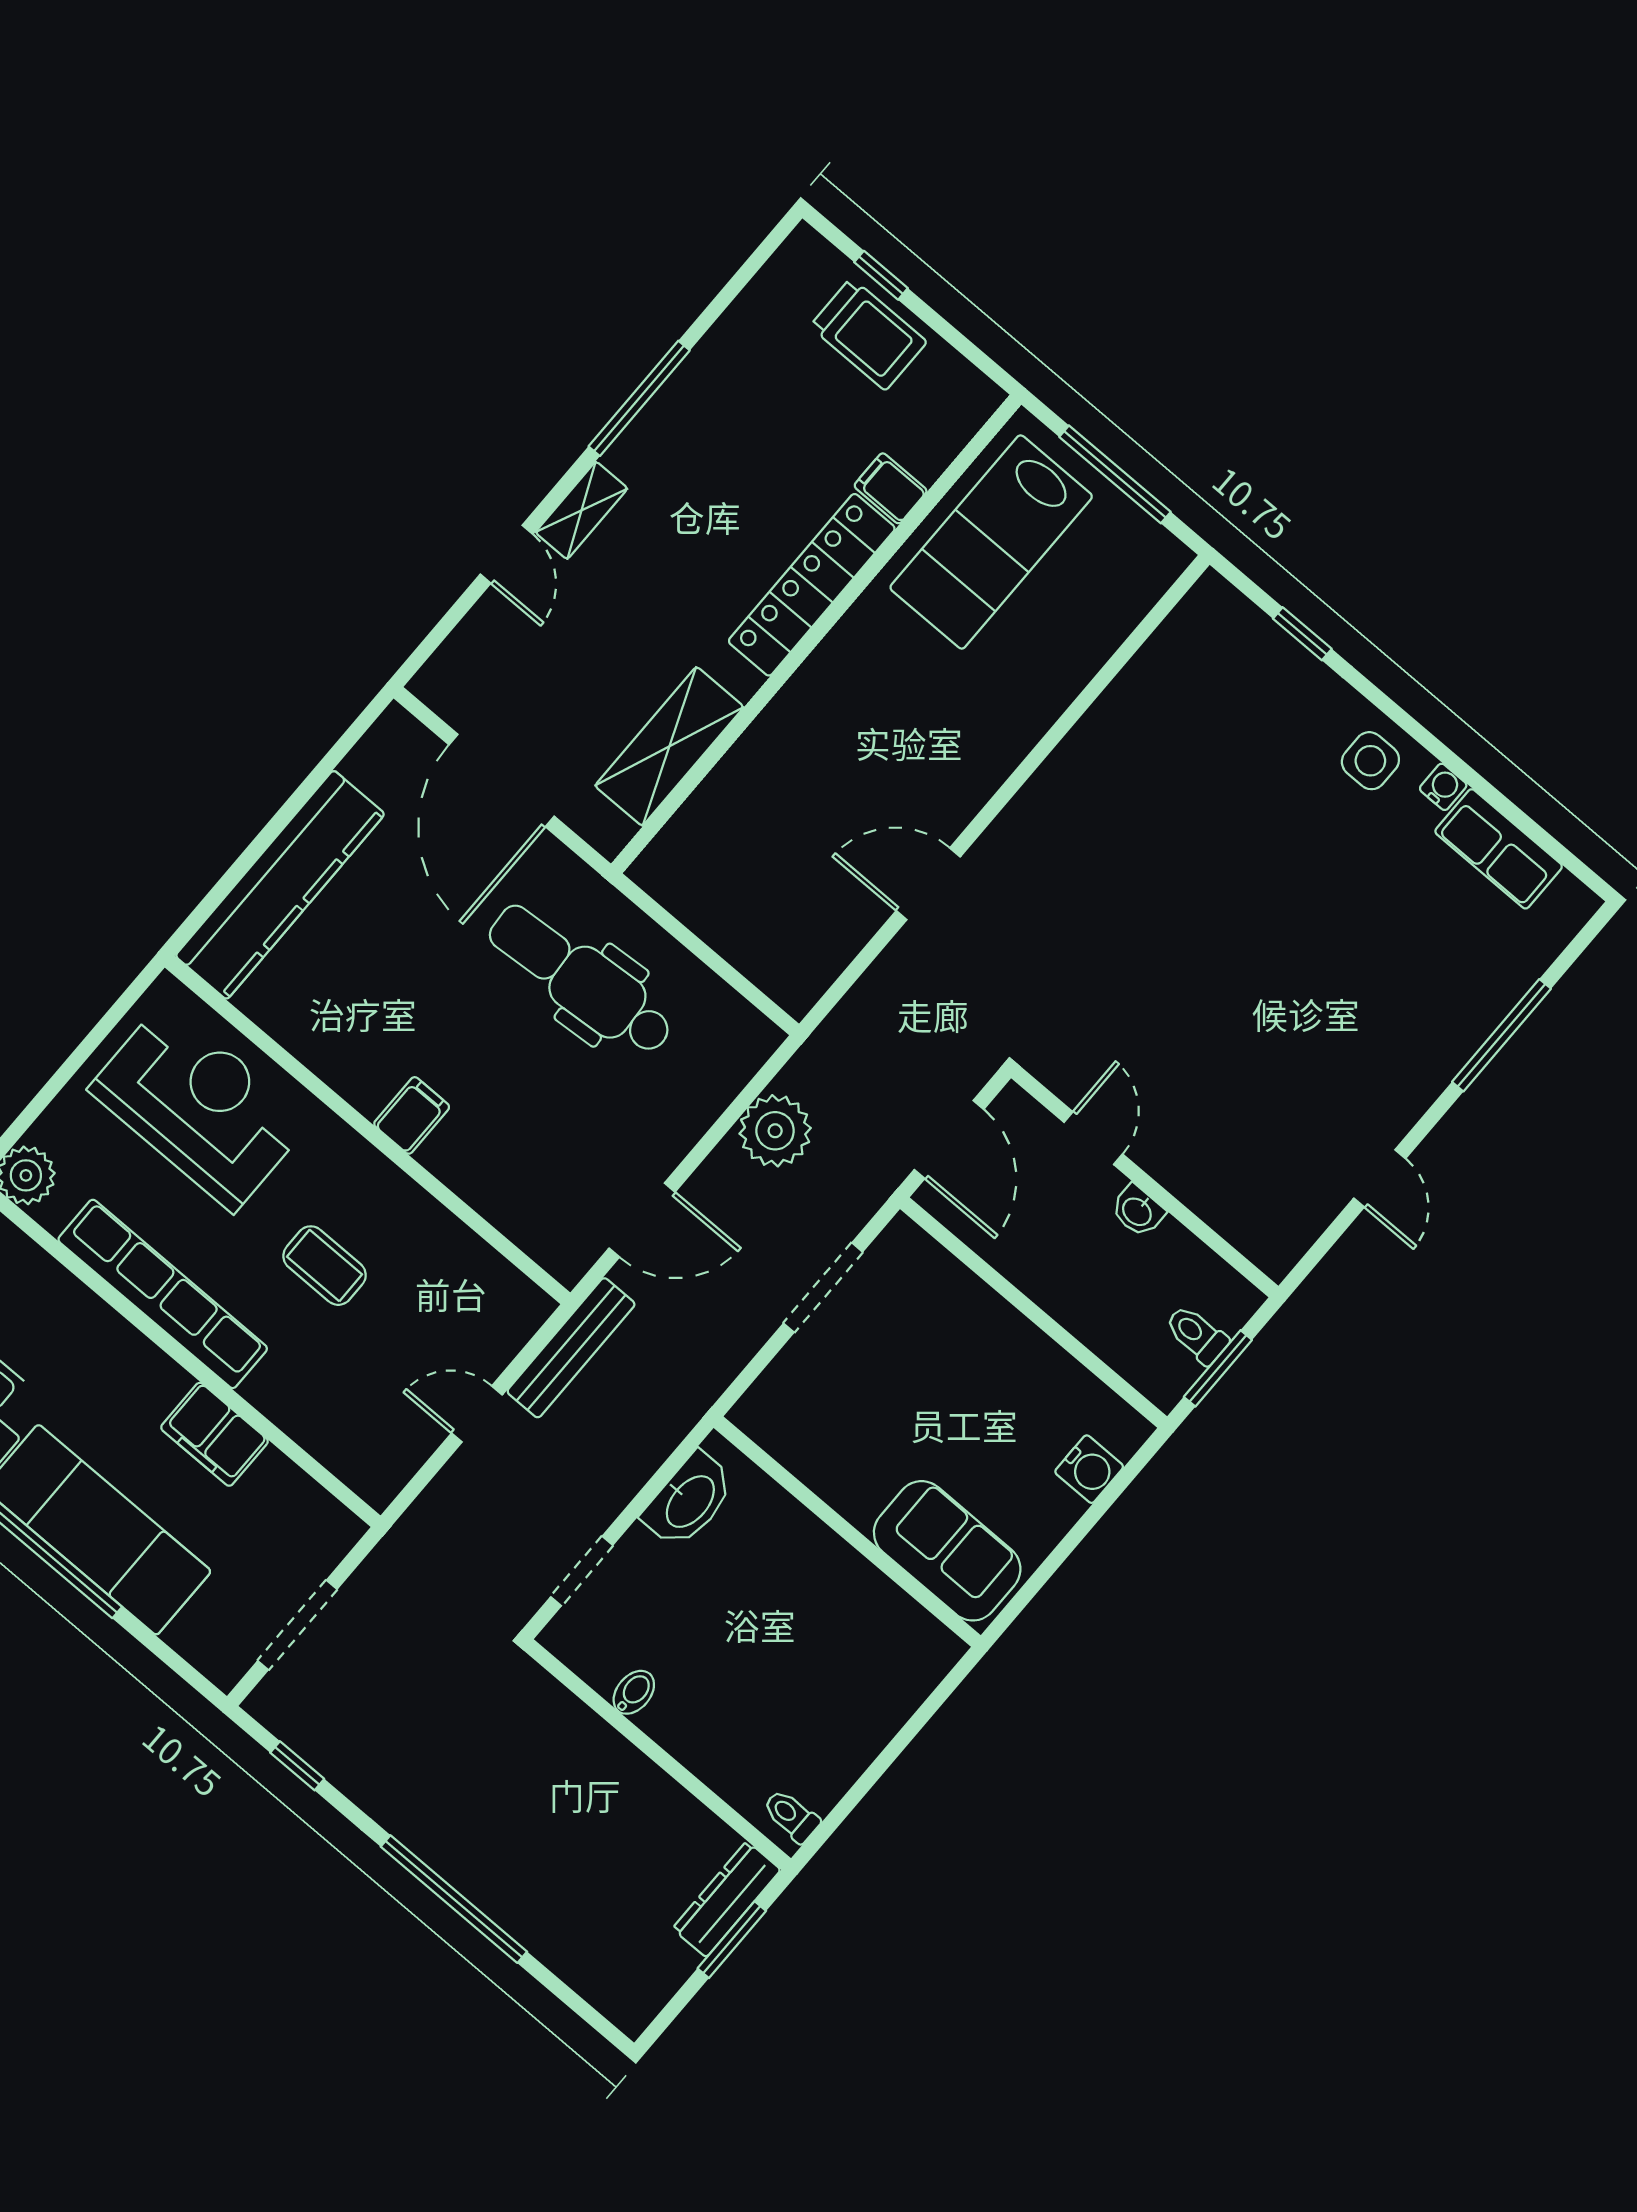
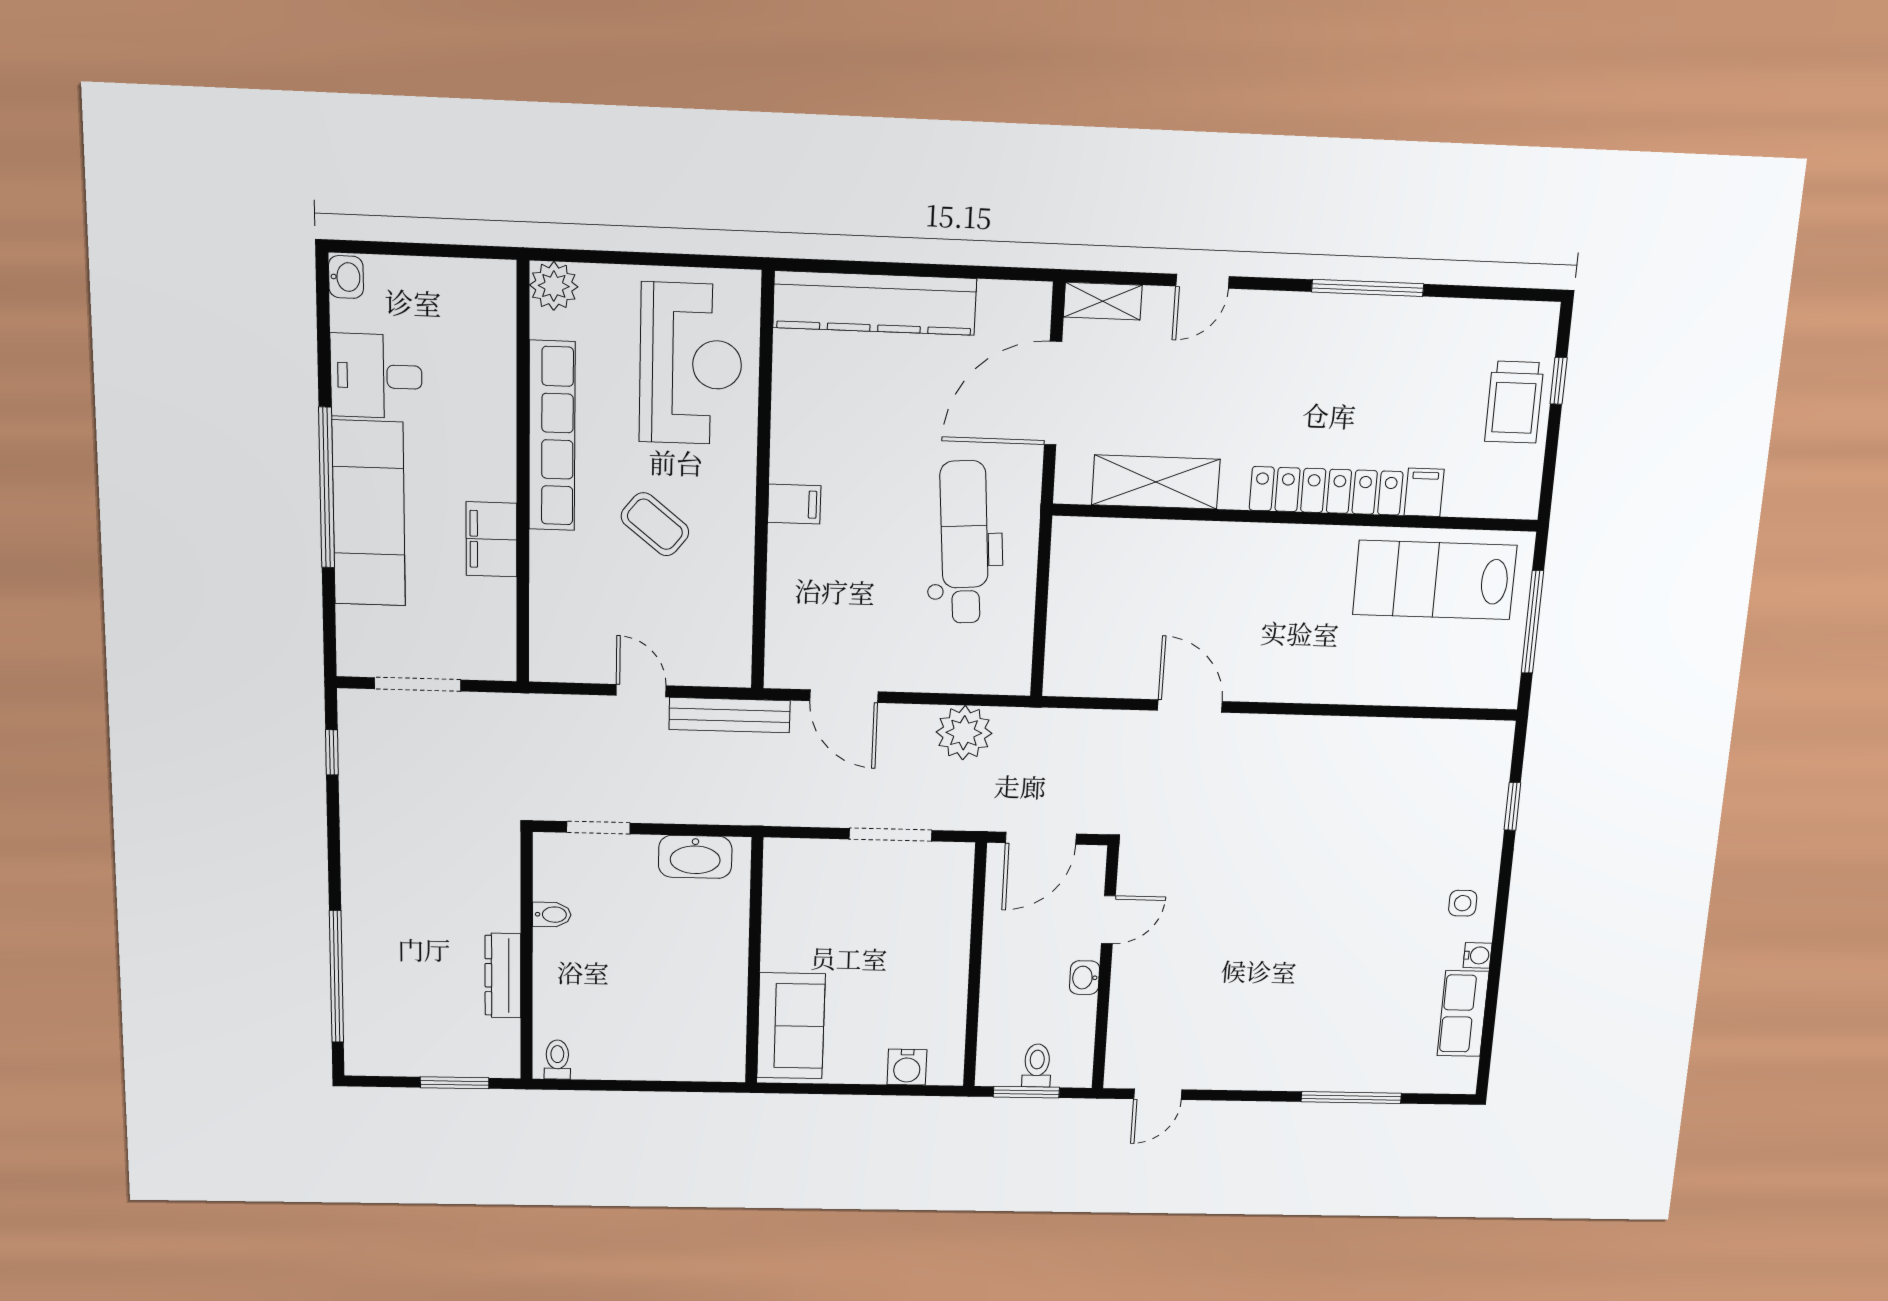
shelving: (581, 510) -> (1103, 301), moved
side table: (1370, 761) -> (1463, 903), width x0.73, depth x0.73
door: (1380, 1178) -> (1158, 1094), moved
coffee table: (325, 1266) -> (655, 524), turned -51
window: (454, 1899) -> (336, 977), moved
dresser: (727, 1899) -> (503, 976), moved, turned -90

